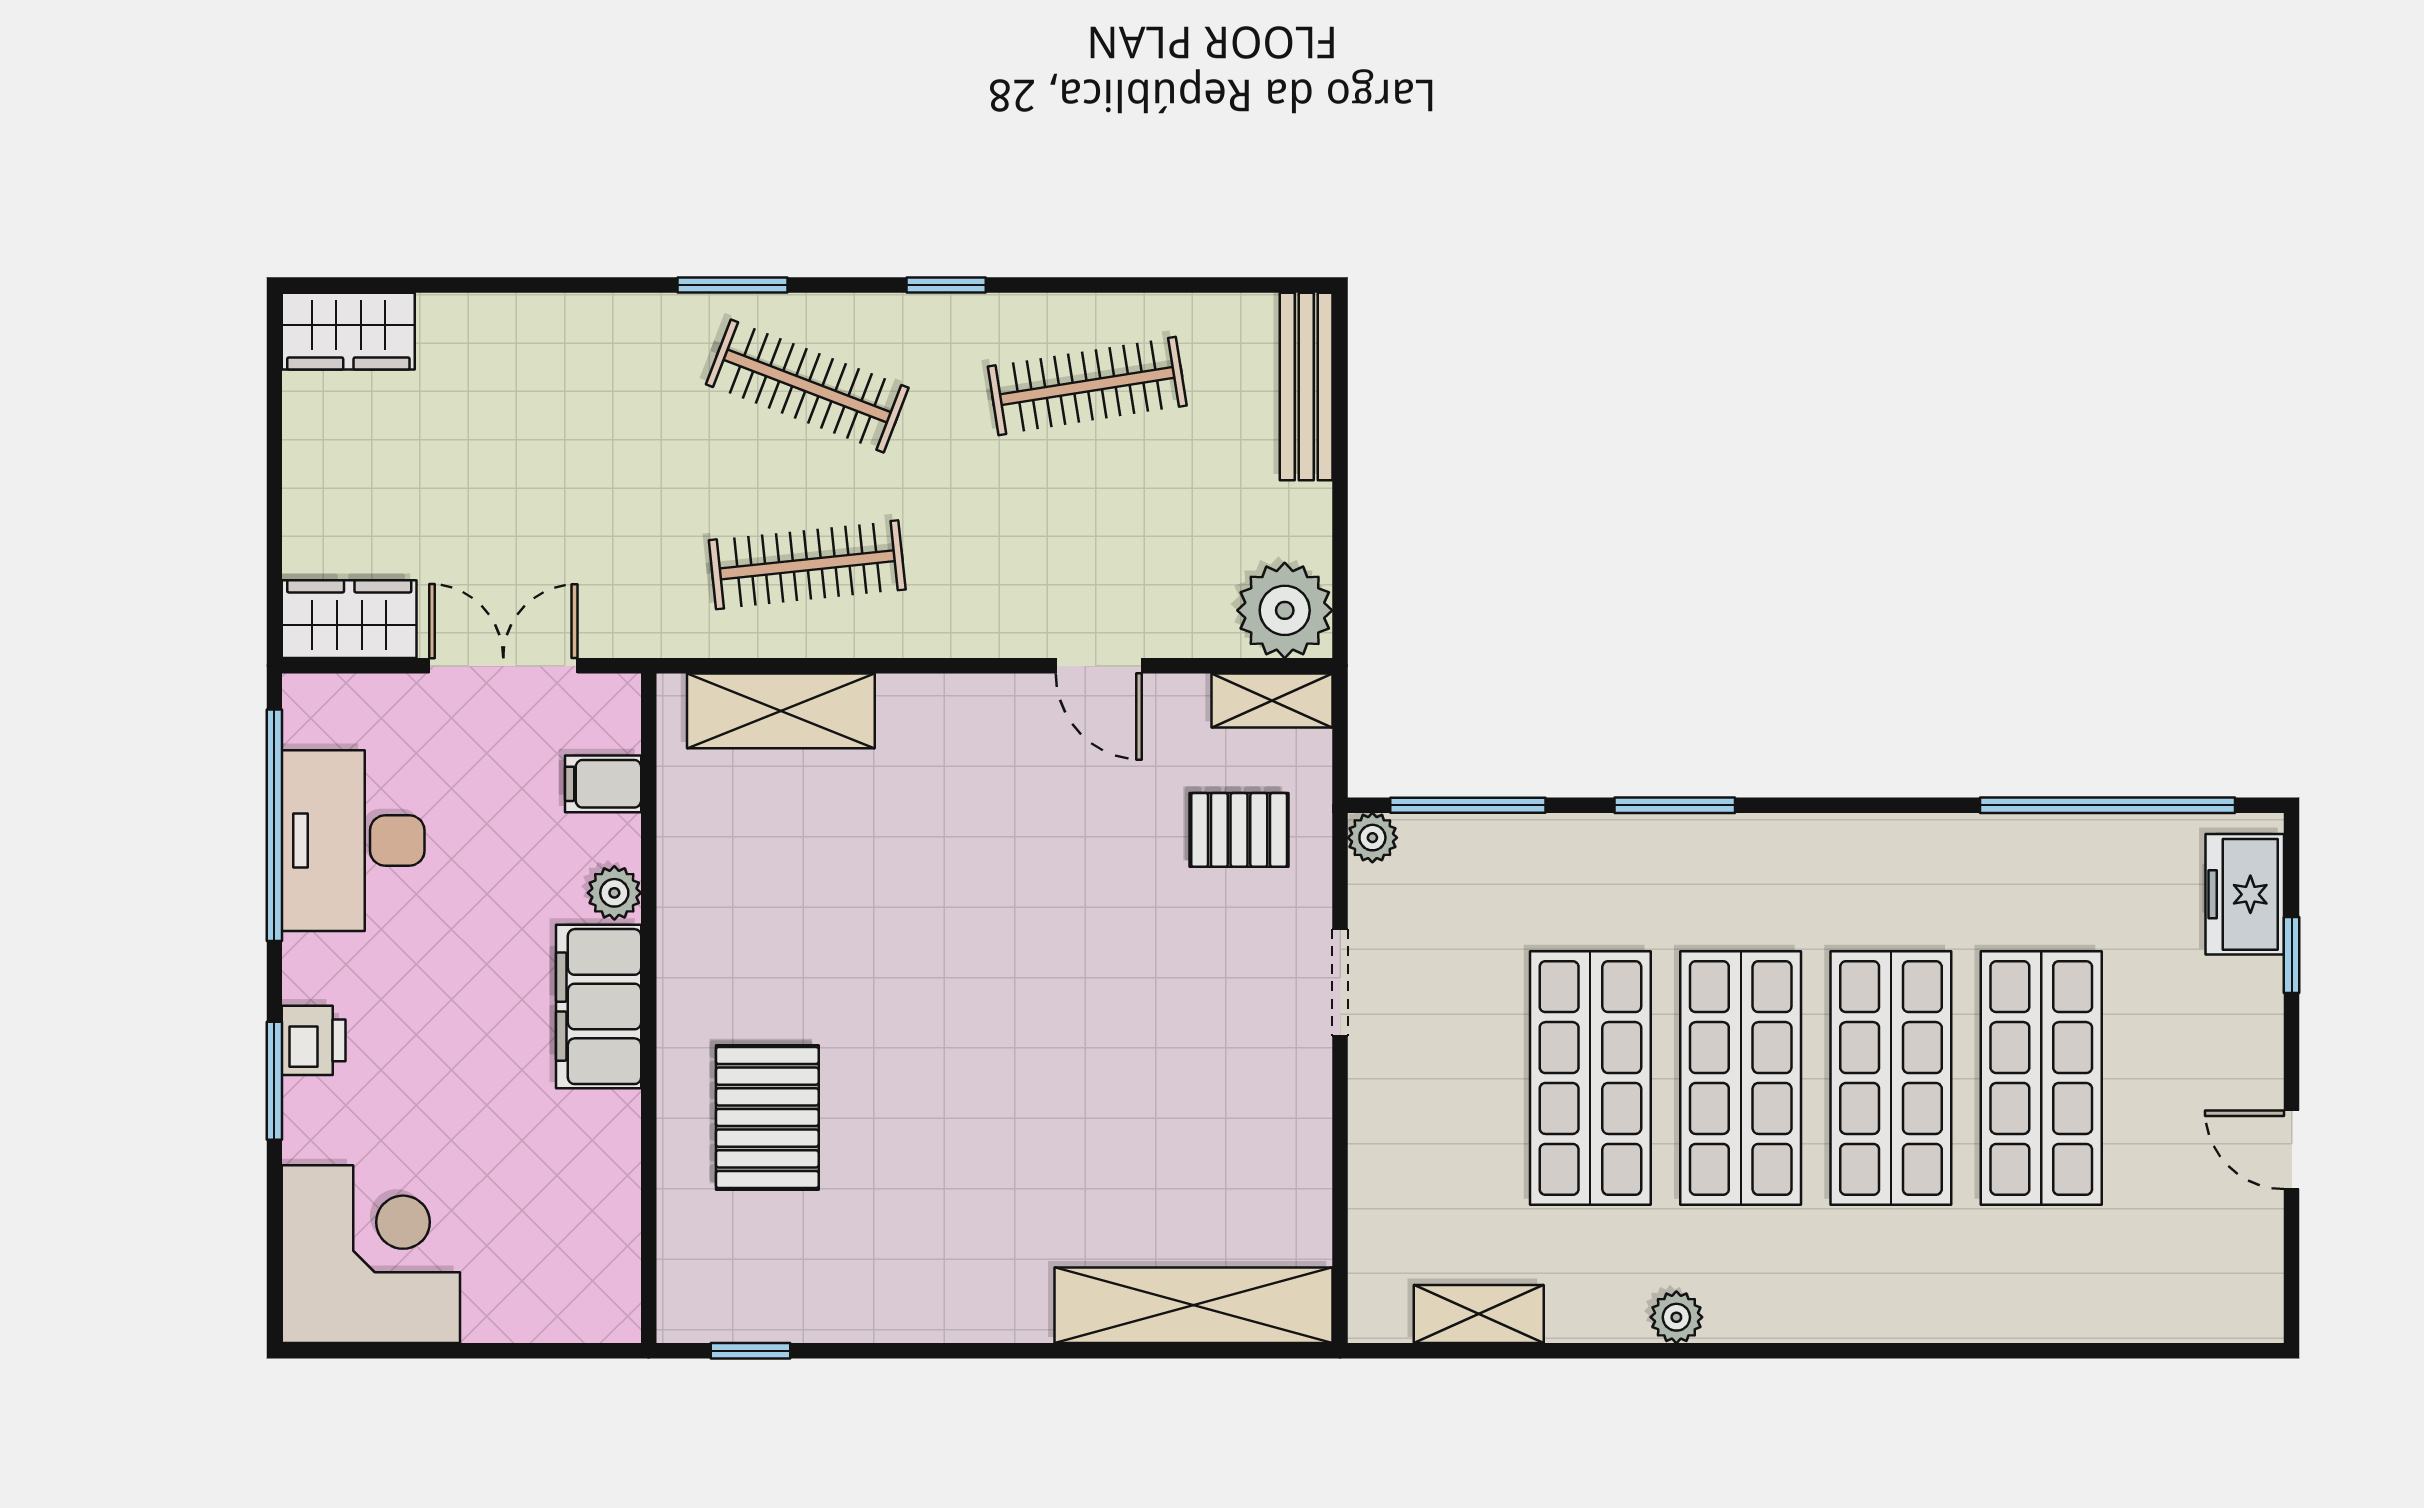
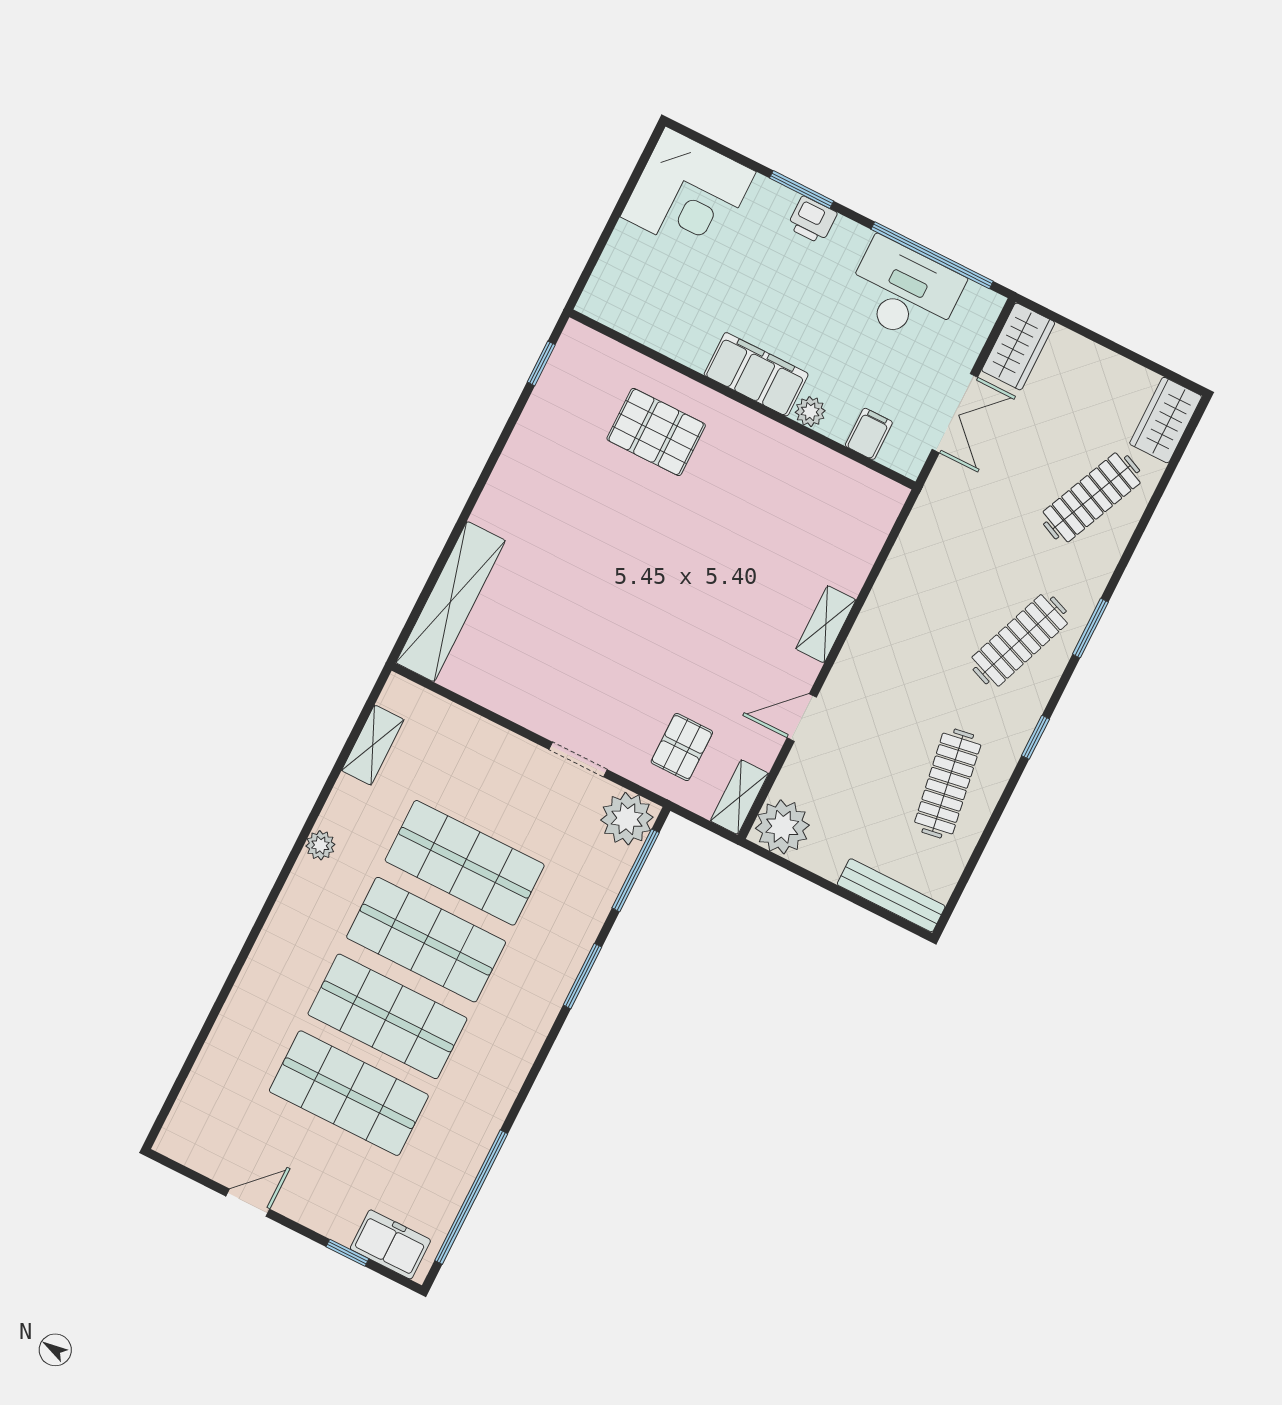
clothes rail: (807, 565) -> (1092, 497), moved, turned 30
shelving: (781, 711) -> (826, 624), moved, width x0.67, depth x0.75
plant: (1372, 838) -> (627, 819), width x1.88, depth x1.88

